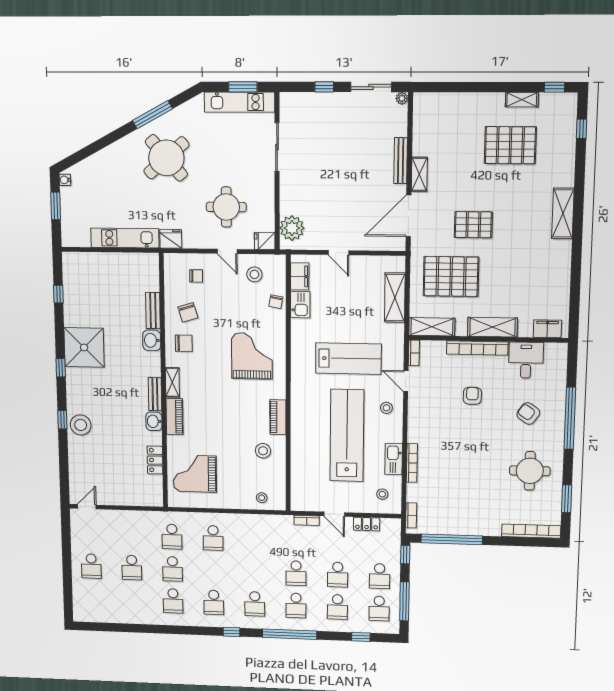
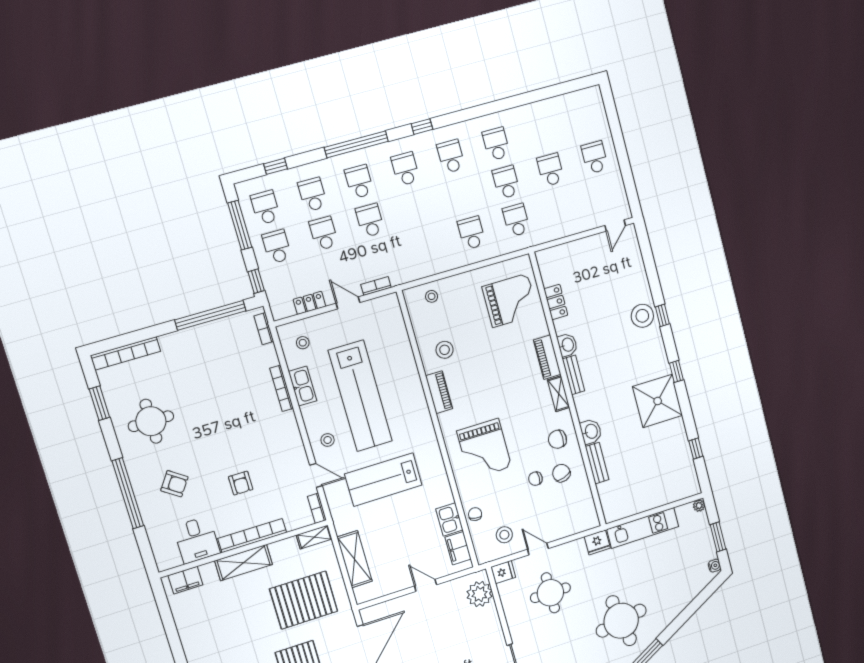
round table: (166, 158) -> (621, 621), turned 31
plant: (67, 241) -> (699, 506), added
chair: (196, 276) -> (535, 479), moved
shelving: (432, 327) -> (314, 537), width x0.67, depth x0.75

